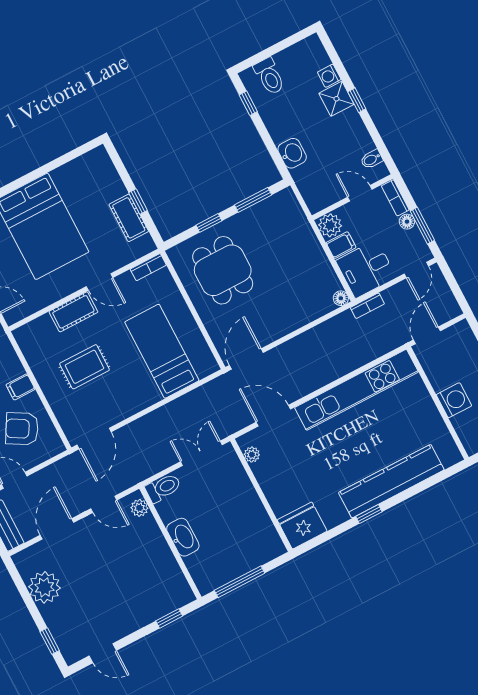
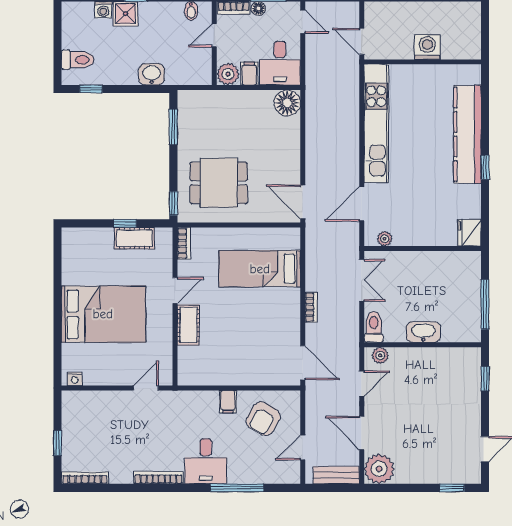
window: (209, 223) -> (173, 203), moved
floor lamp: (341, 298) -> (287, 103), width x1.89, depth x1.89
bookcase: (367, 306) -> (311, 307), moved
rug: (85, 367) -> (239, 340), removed
double door: (201, 453) -> (362, 280), swing flipped
fridge: (302, 526) -> (469, 233), width x0.73, depth x0.75
plant: (44, 587) -> (379, 469), moved

